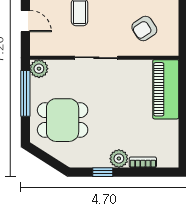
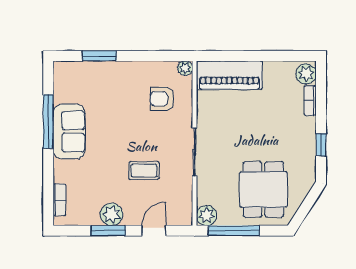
armchair: (144, 29) -> (162, 99), turned 123
plant: (172, 49) -> (185, 68), added
plant: (119, 159) -> (306, 74), moved

